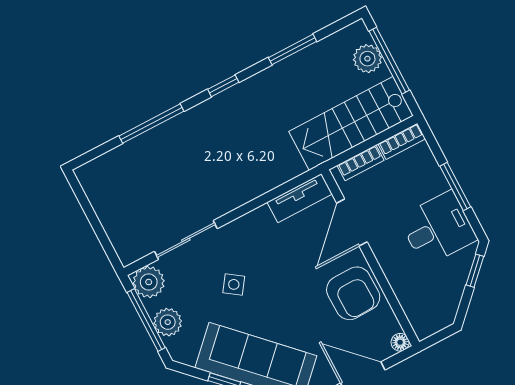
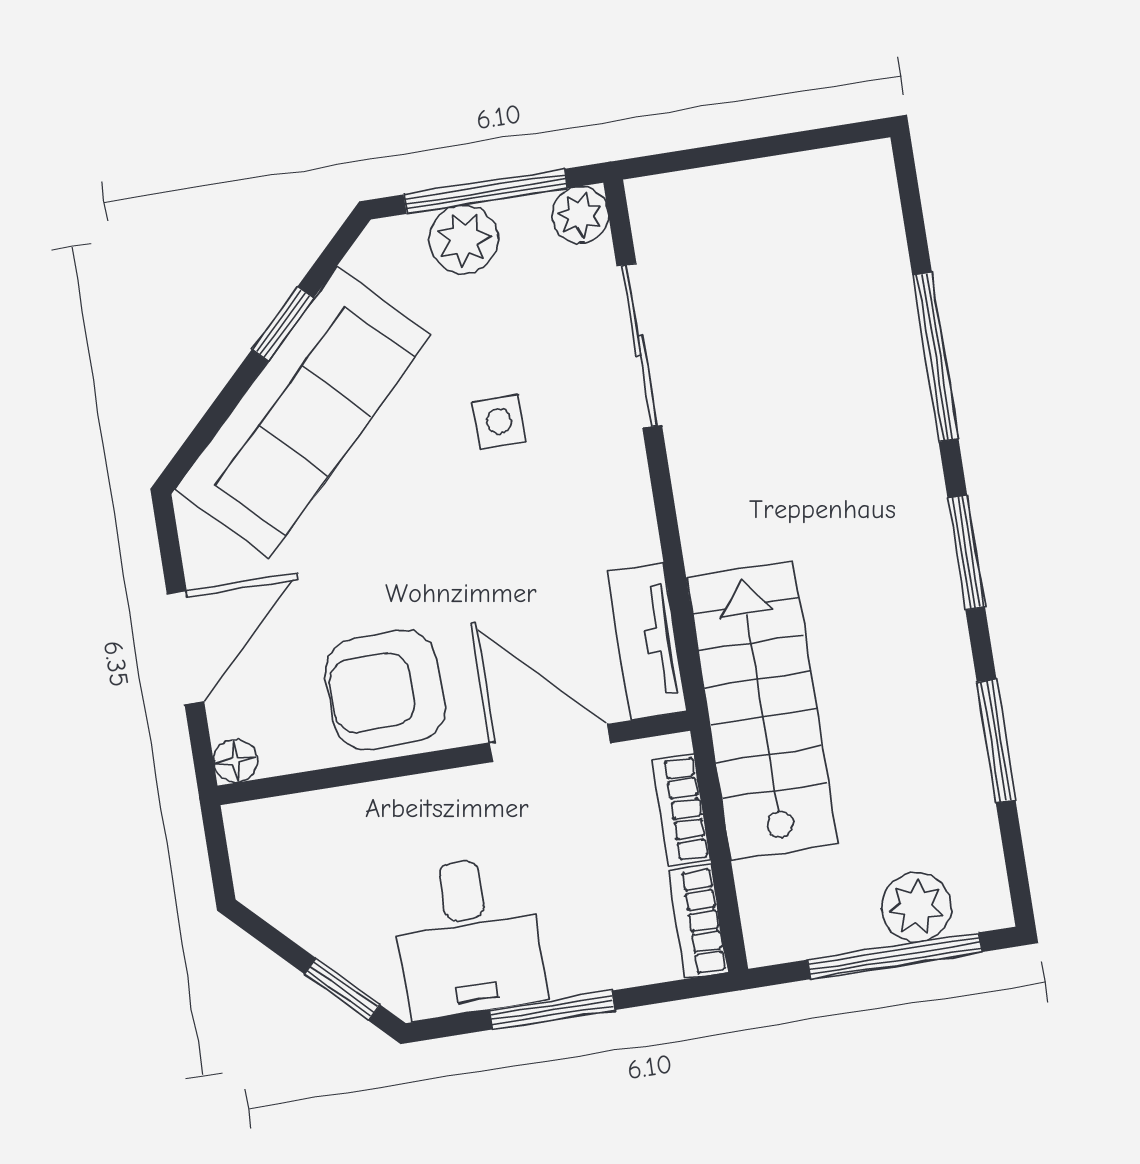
window: (223, 86) -> (966, 553), width x1.50
stairs: (351, 124) -> (762, 711), moved
plant: (149, 282) -> (580, 215), width x0.73, depth x0.73
side table: (234, 284) -> (499, 422), turned -35

